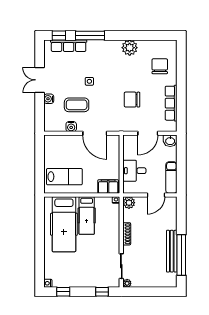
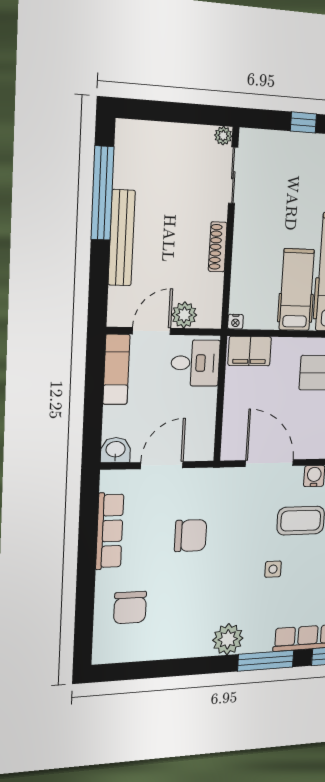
plant: (130, 48) -> (228, 639), moved
desk: (134, 171) -> (195, 363), moved
plant: (129, 203) -> (184, 315), moved
bench: (172, 251) -> (122, 238), moved
window: (102, 292) -> (303, 122), moved

